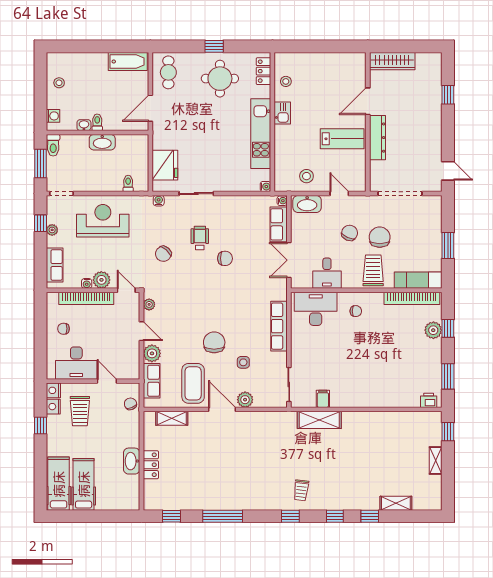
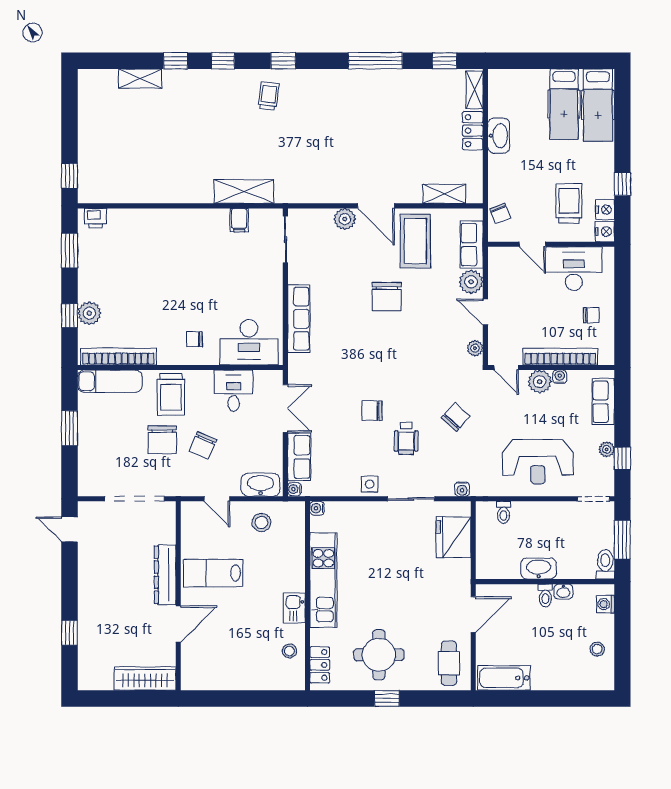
side table: (243, 362) -> (370, 484), moved
shelving: (436, 461) -> (474, 90), moved

